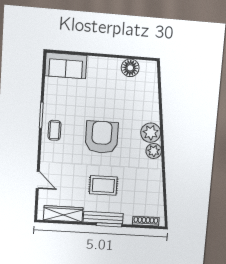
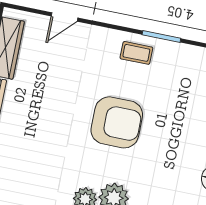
rug: (103, 185) -> (43, 115), removed

